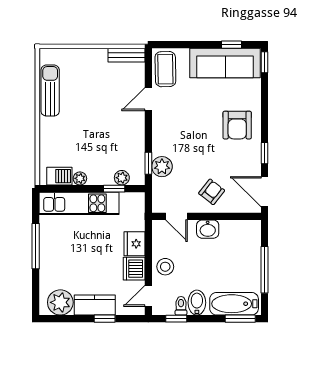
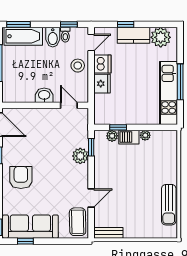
plant: (162, 167) -> (80, 156), moved
barbecue: (59, 176) -> (129, 137), moved
armchair: (212, 192) -> (41, 125), removed
kitchen unit: (79, 203) -> (169, 93), moved, turned -90

